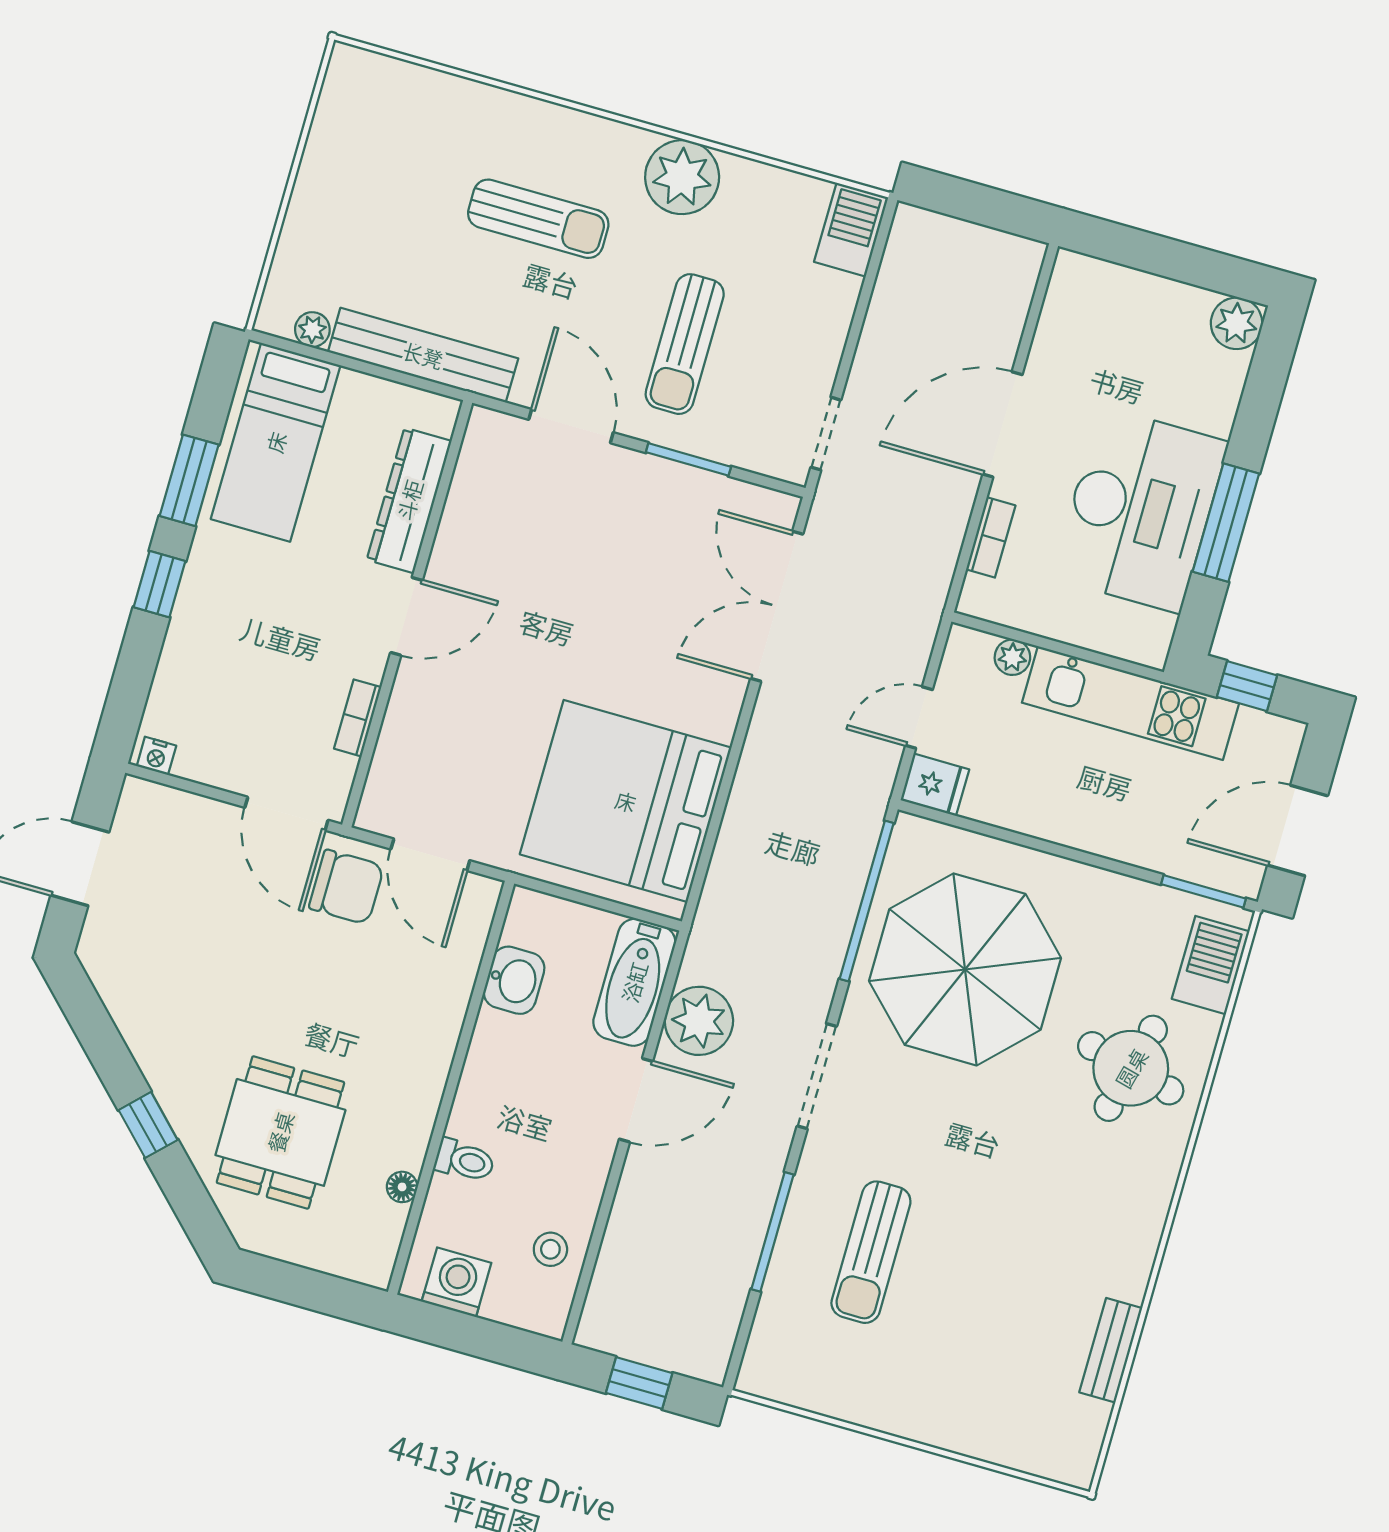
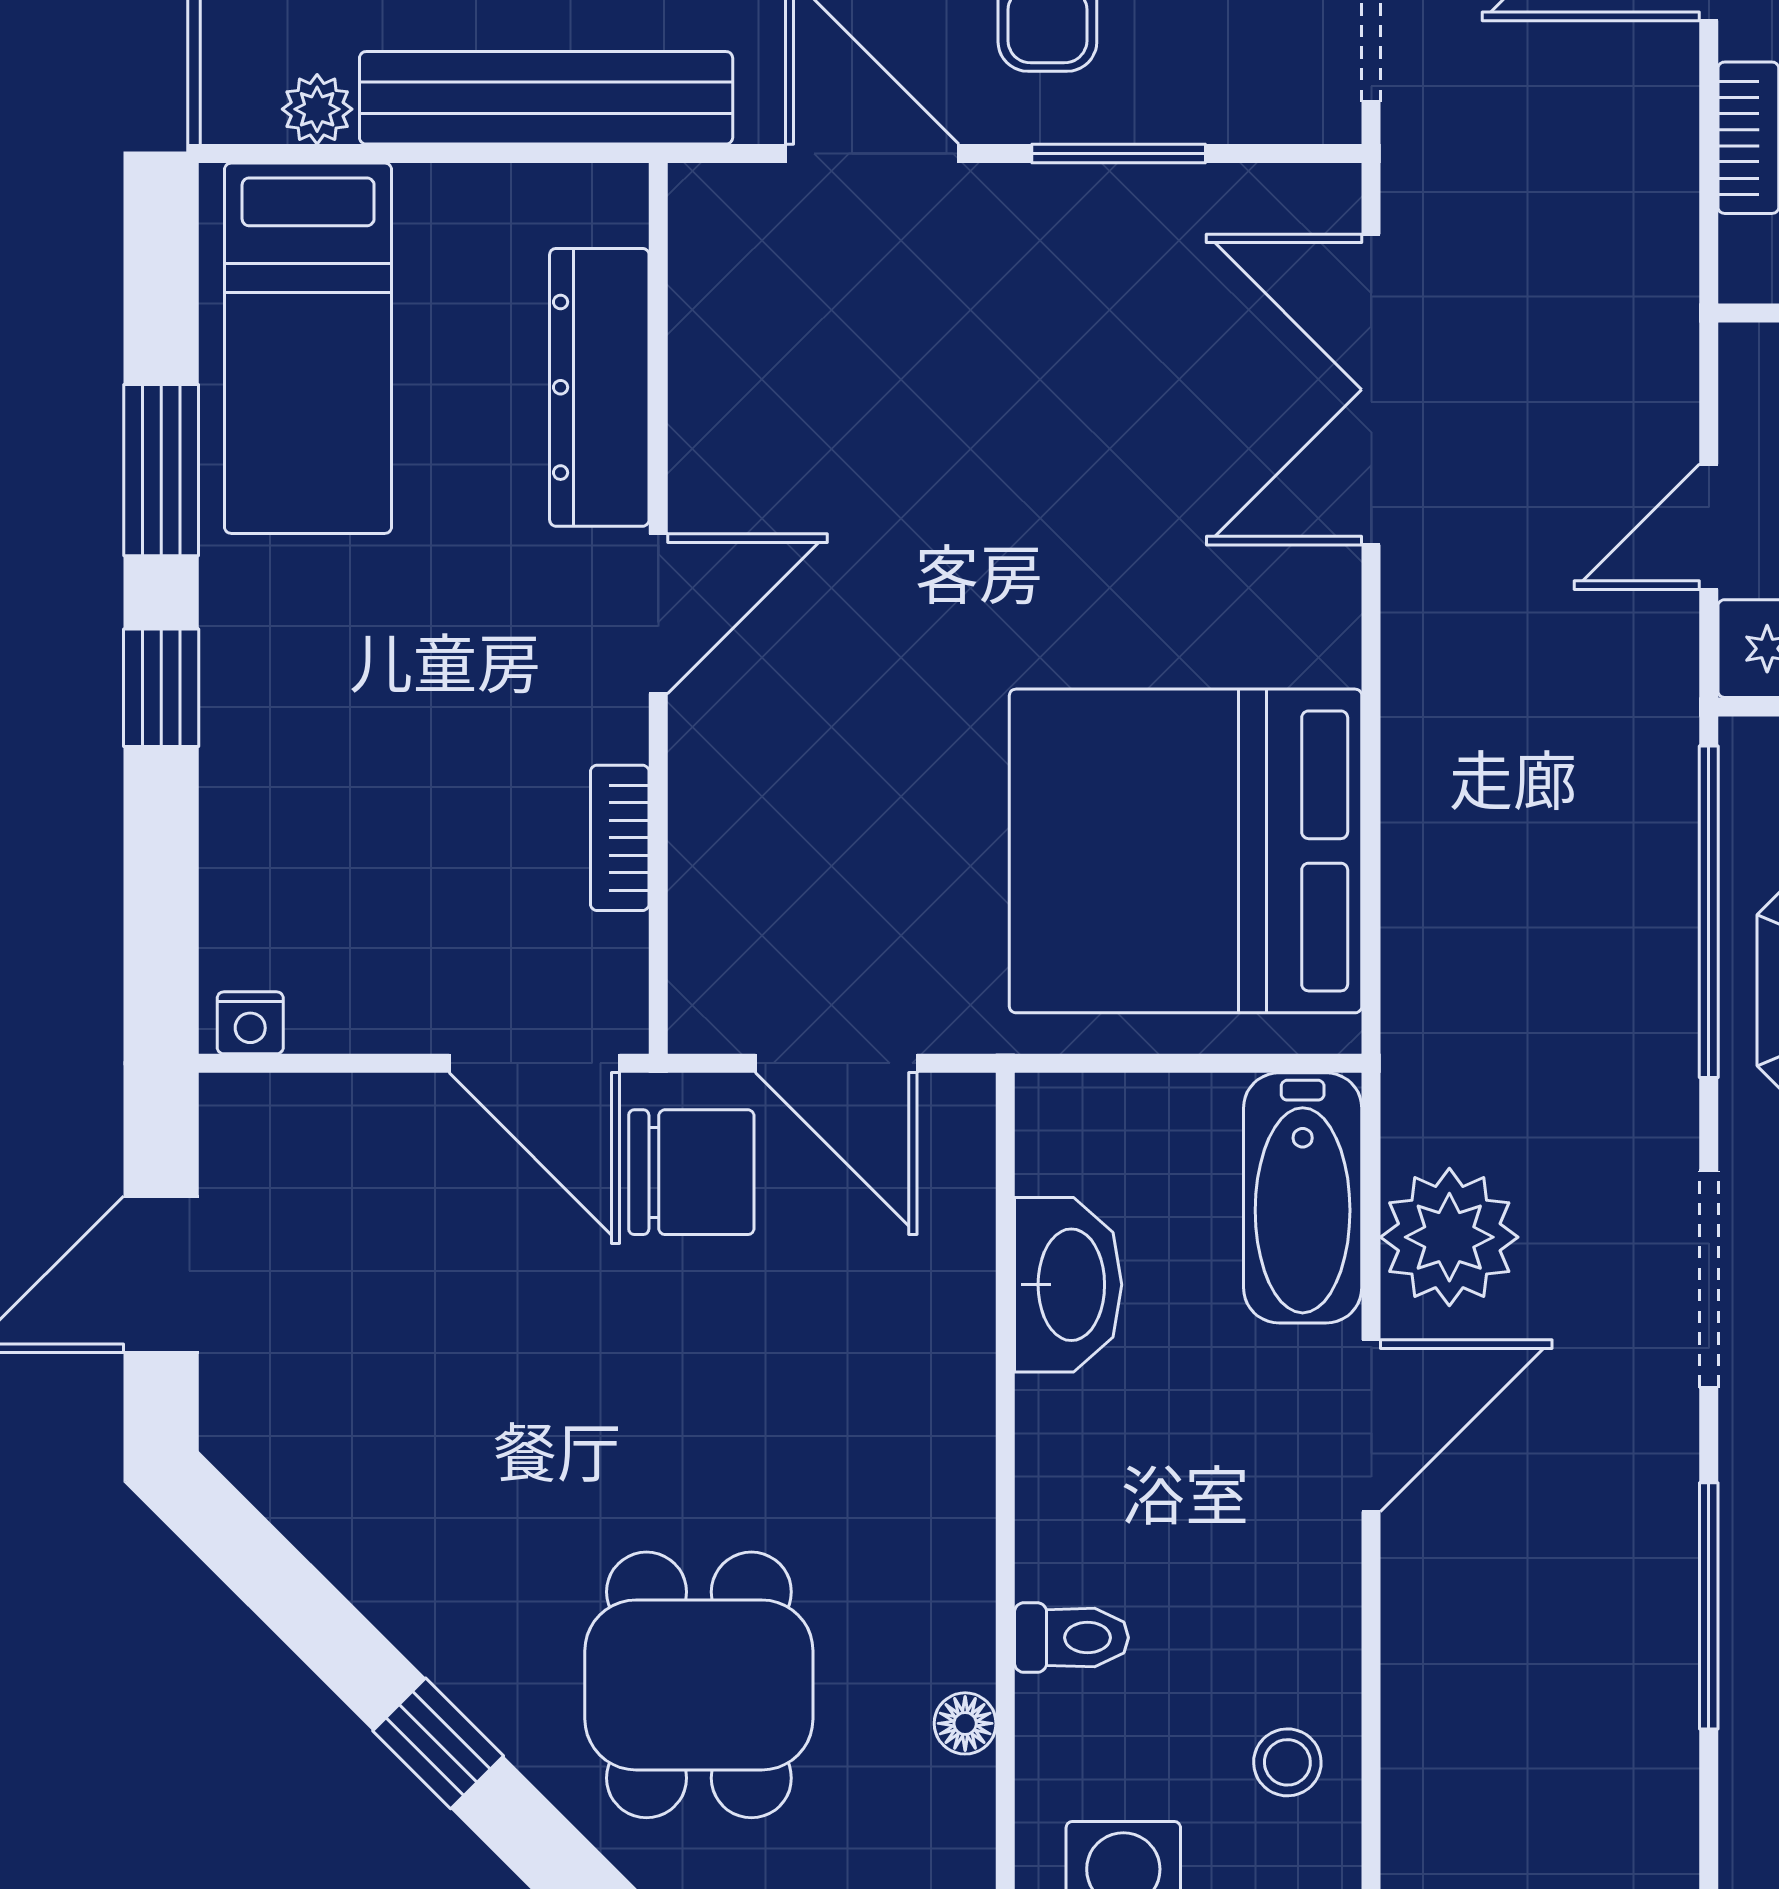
washbasin: (514, 980) -> (1068, 1285), width x1.38

